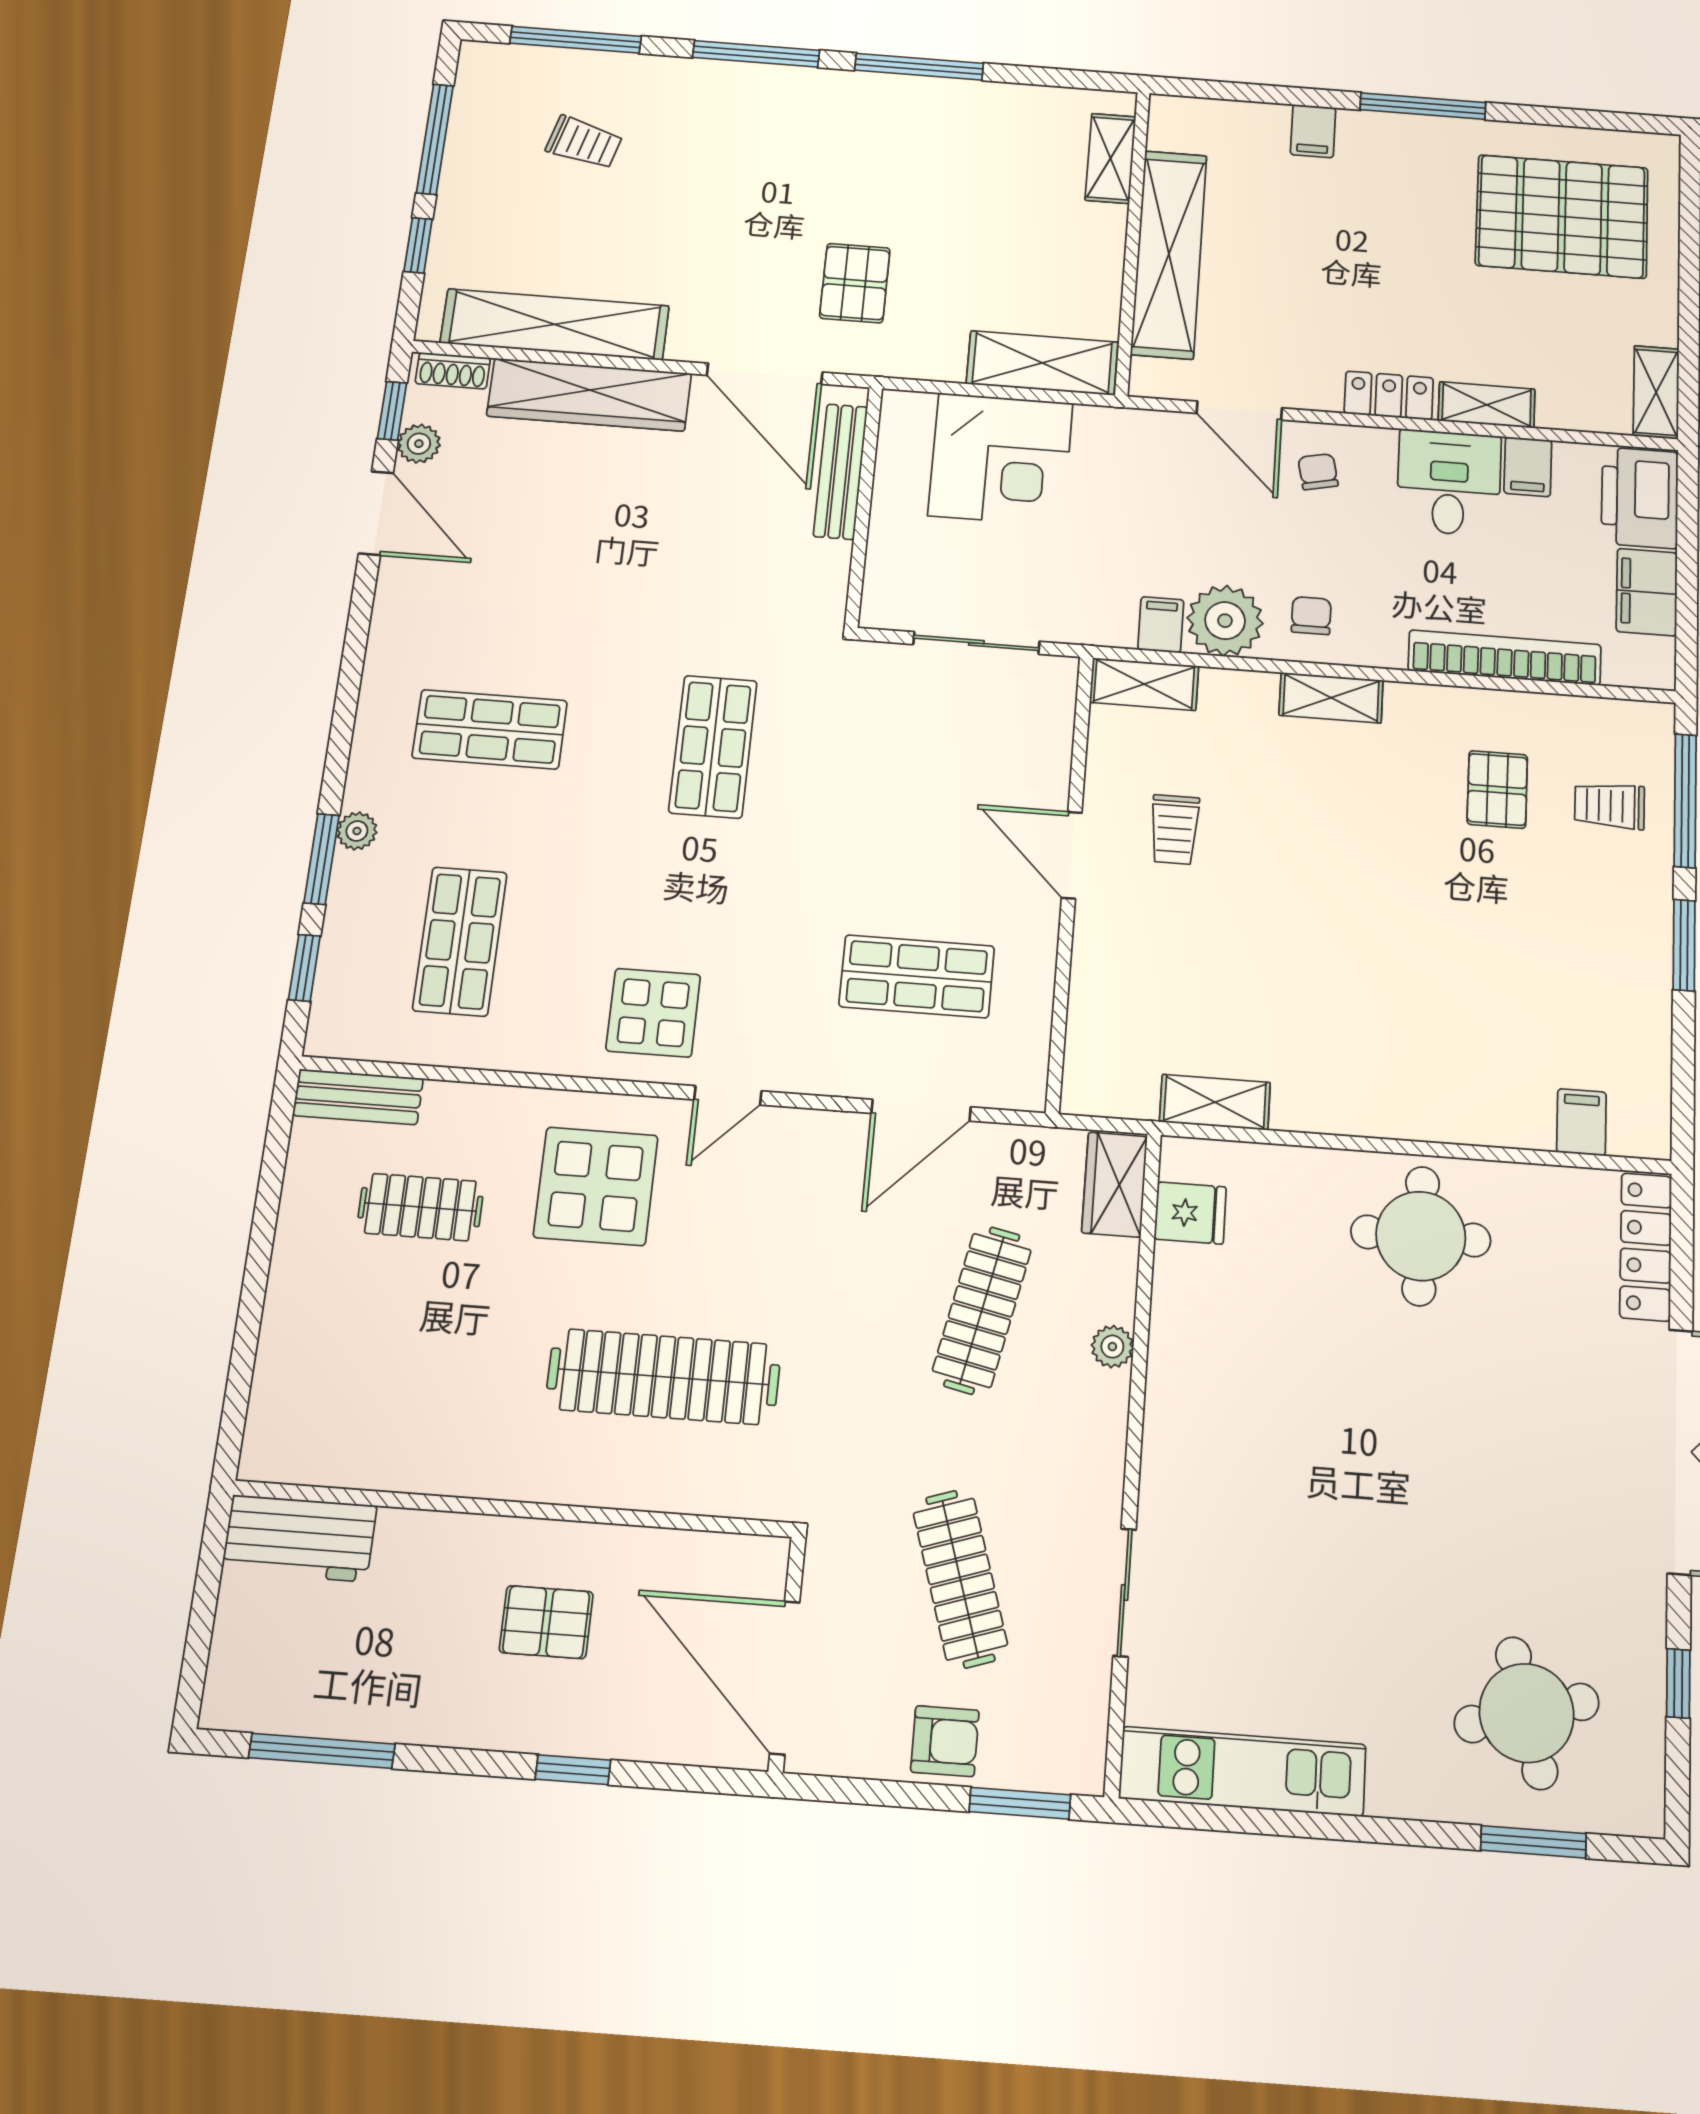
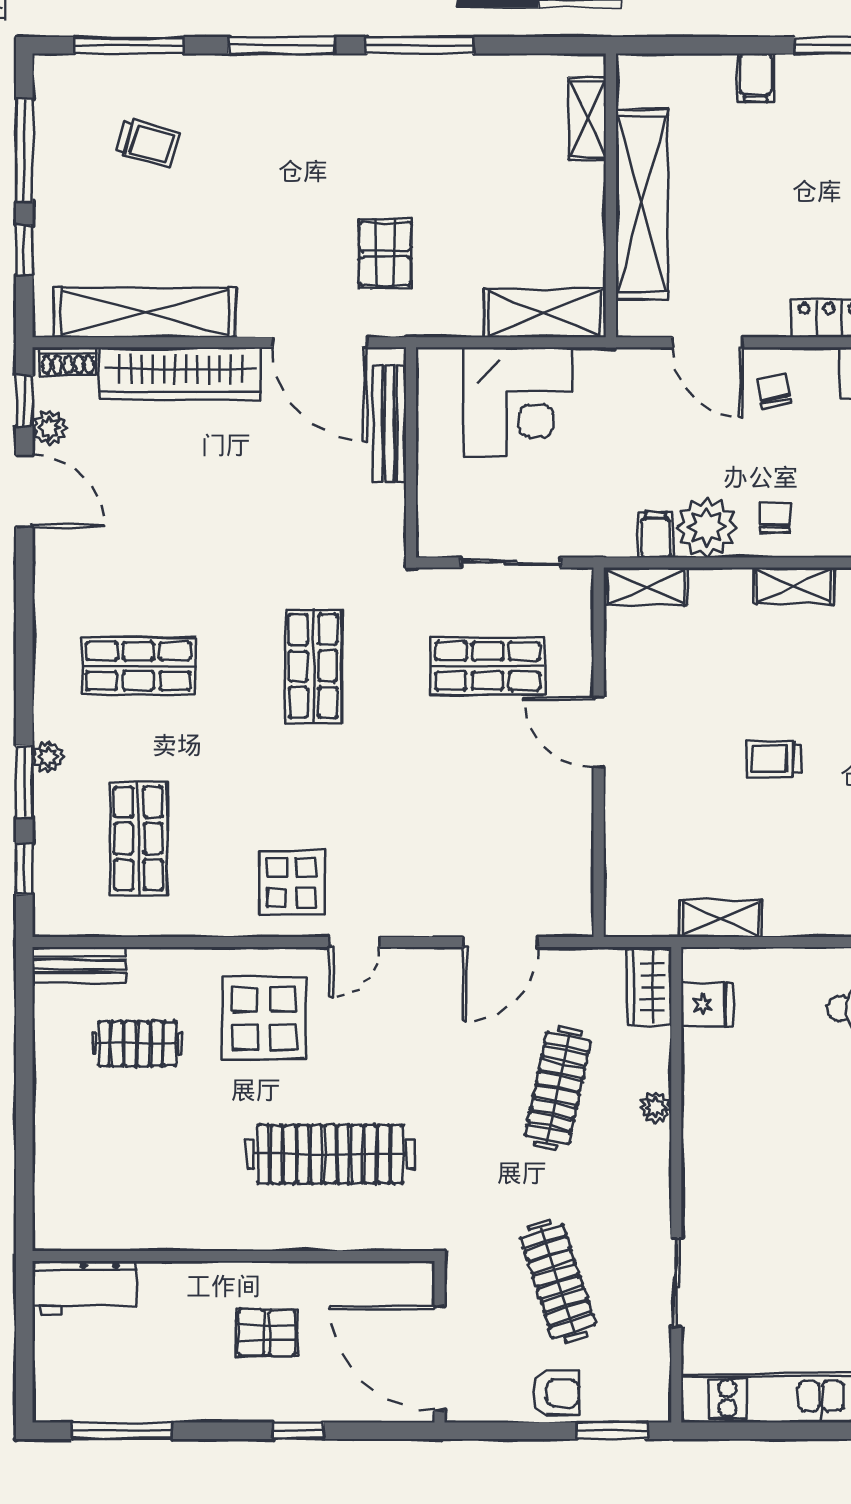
trolley: (1175, 829) -> (774, 759), moved, turned 90
shop shelf: (917, 976) -> (488, 666), moved

